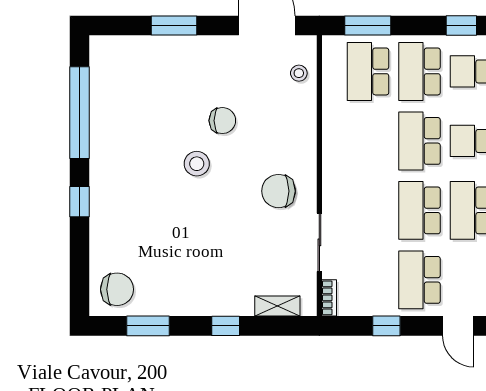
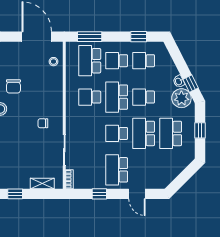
school desk: (420, 71) -> (117, 61), width x0.54
chair: (222, 121) -> (13, 86), turned 90
school desk: (368, 141) -> (90, 97), added
chair: (279, 191) -> (43, 123), width x0.54, depth x0.54
school desk: (420, 210) -> (117, 133), width x0.54

